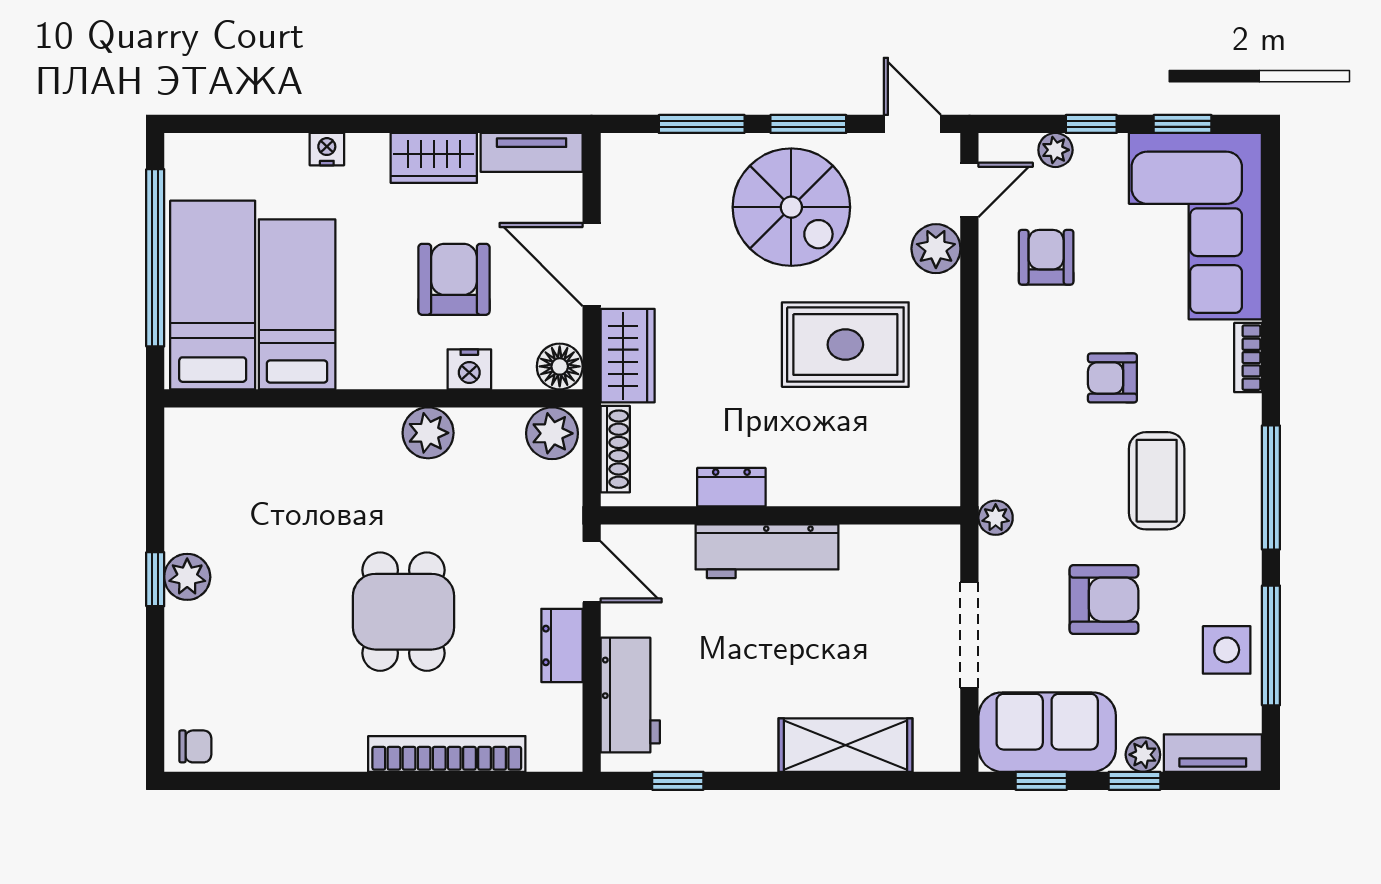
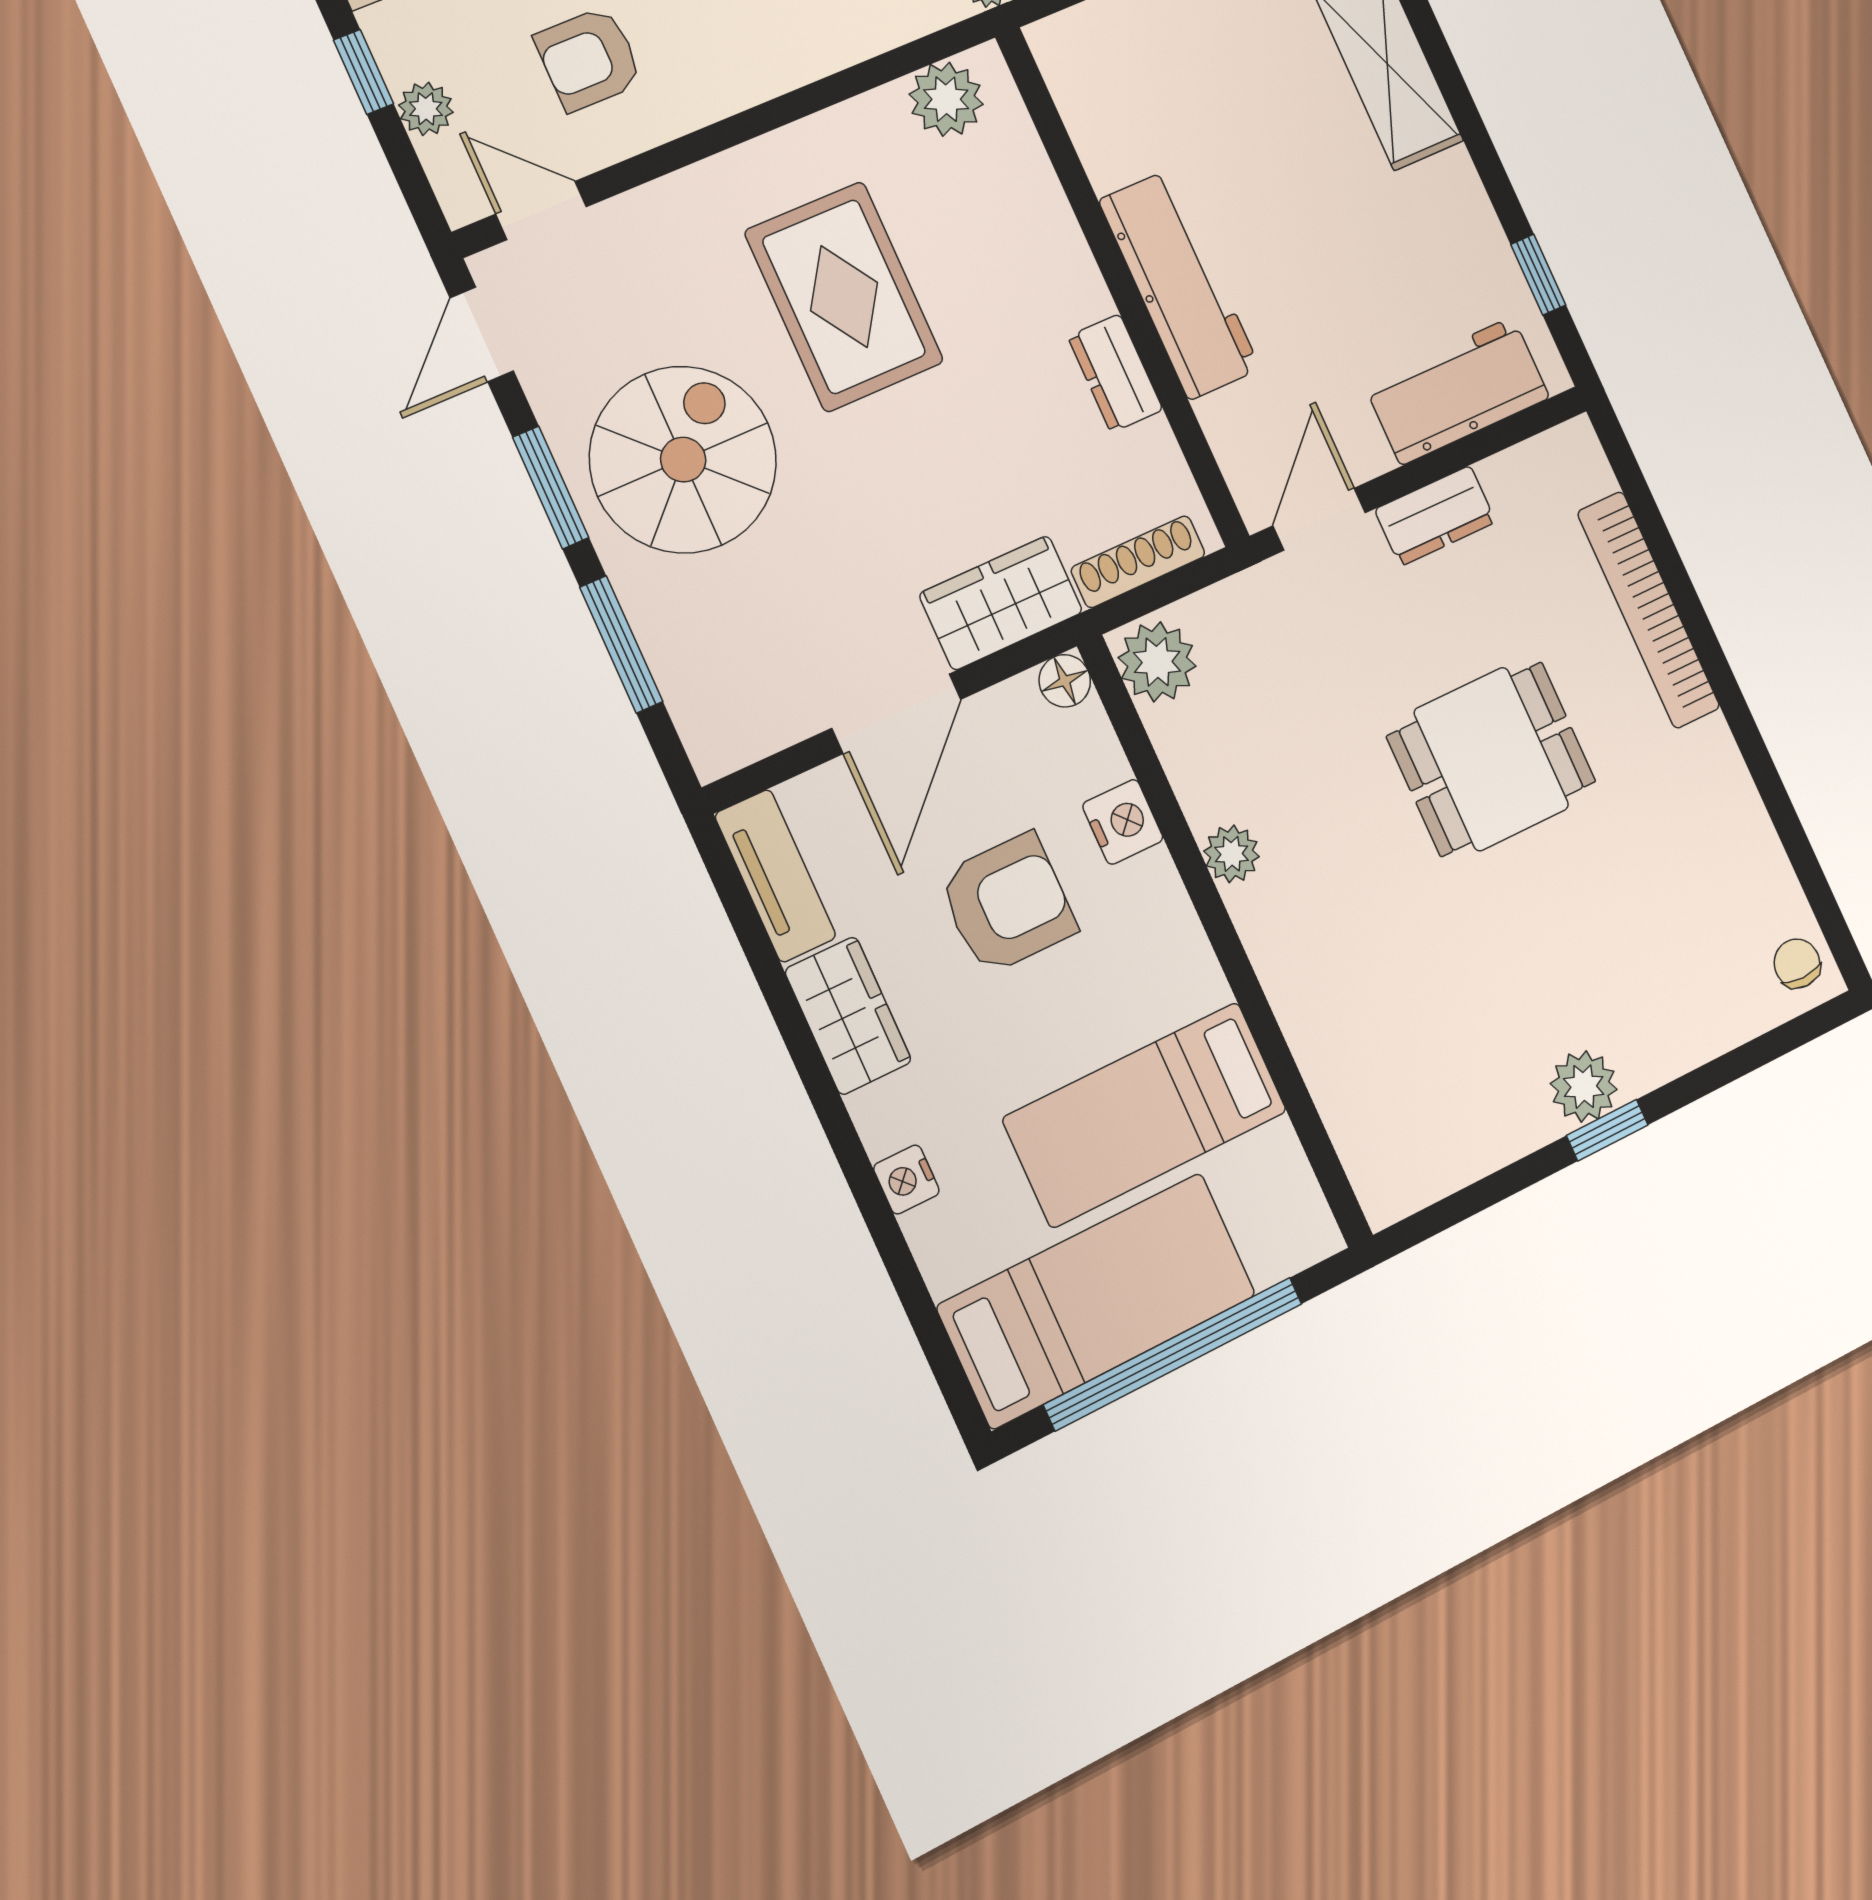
plant: (936, 249) -> (946, 99), moved
armchair: (454, 279) -> (1007, 904), turned 180
bed: (213, 295) -> (1097, 1300), moved, turned 180
floor lamp: (560, 366) -> (1065, 681), width x0.73, depth x0.73
plant: (428, 433) -> (1232, 854), width x0.73, depth x0.73

